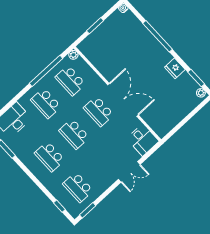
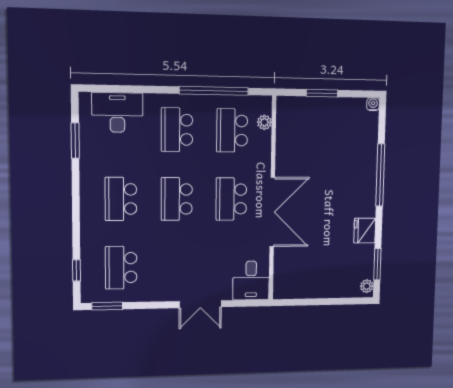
plant: (73, 55) -> (264, 122), moved

